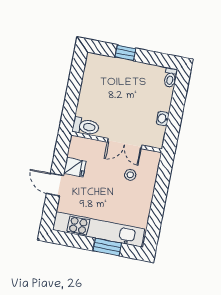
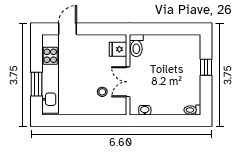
washbasin: (163, 119) -> (145, 110), moved
fridge: (75, 167) -> (118, 49), moved, turned 90
door: (55, 185) -> (67, 29), moved

